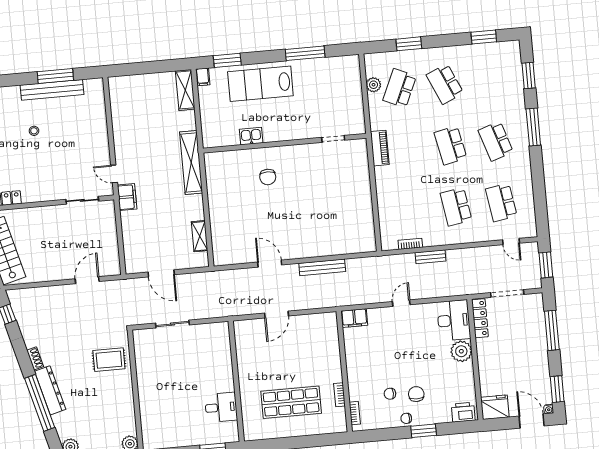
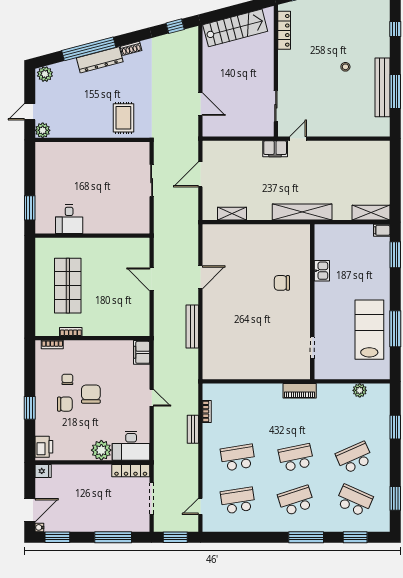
lab bench: (260, 84) -> (369, 330), moved
school desk: (400, 88) -> (354, 501), moved
fridge: (495, 407) -> (43, 471), width x0.53, depth x0.75
chair: (406, 418) -> (91, 394), moved, width x1.87, depth x1.87

